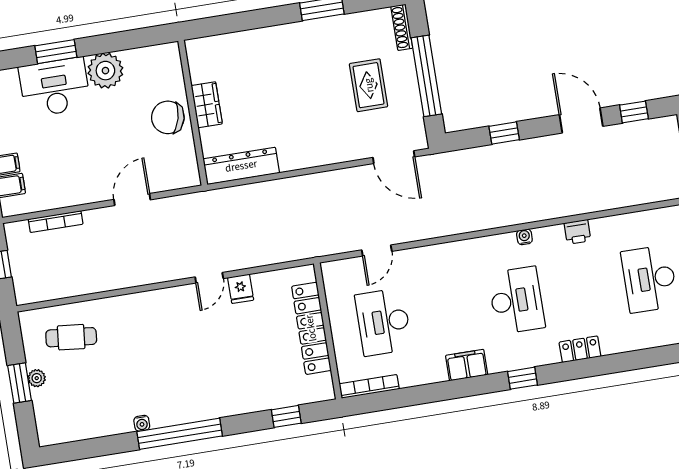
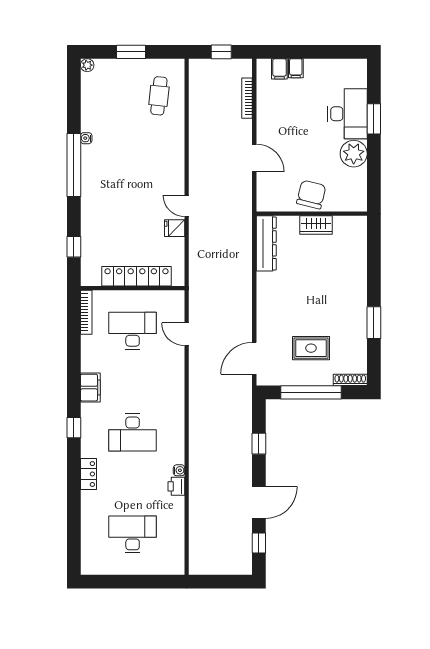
water cooler: (524, 237) -> (179, 470), moved
plant: (37, 378) -> (87, 65), moved

